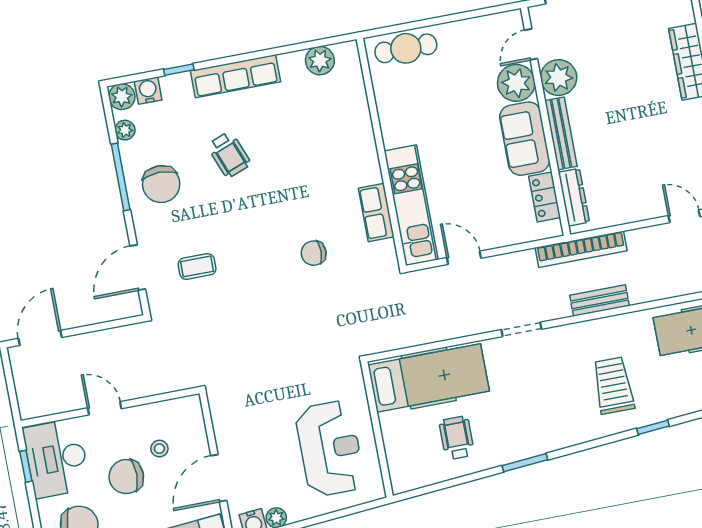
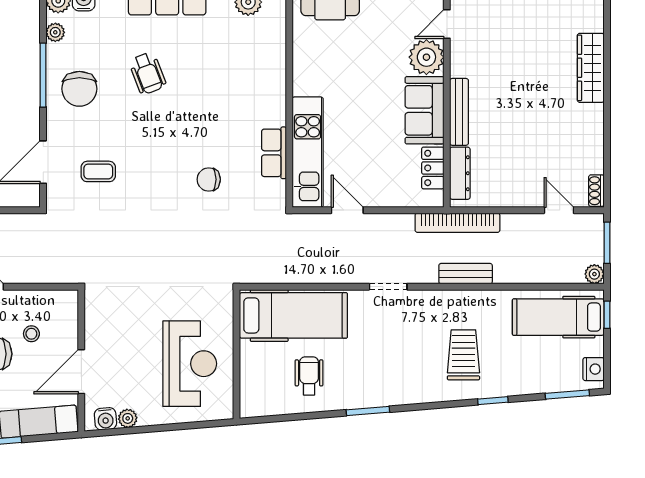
plant: (559, 78) -> (467, 60), removed

